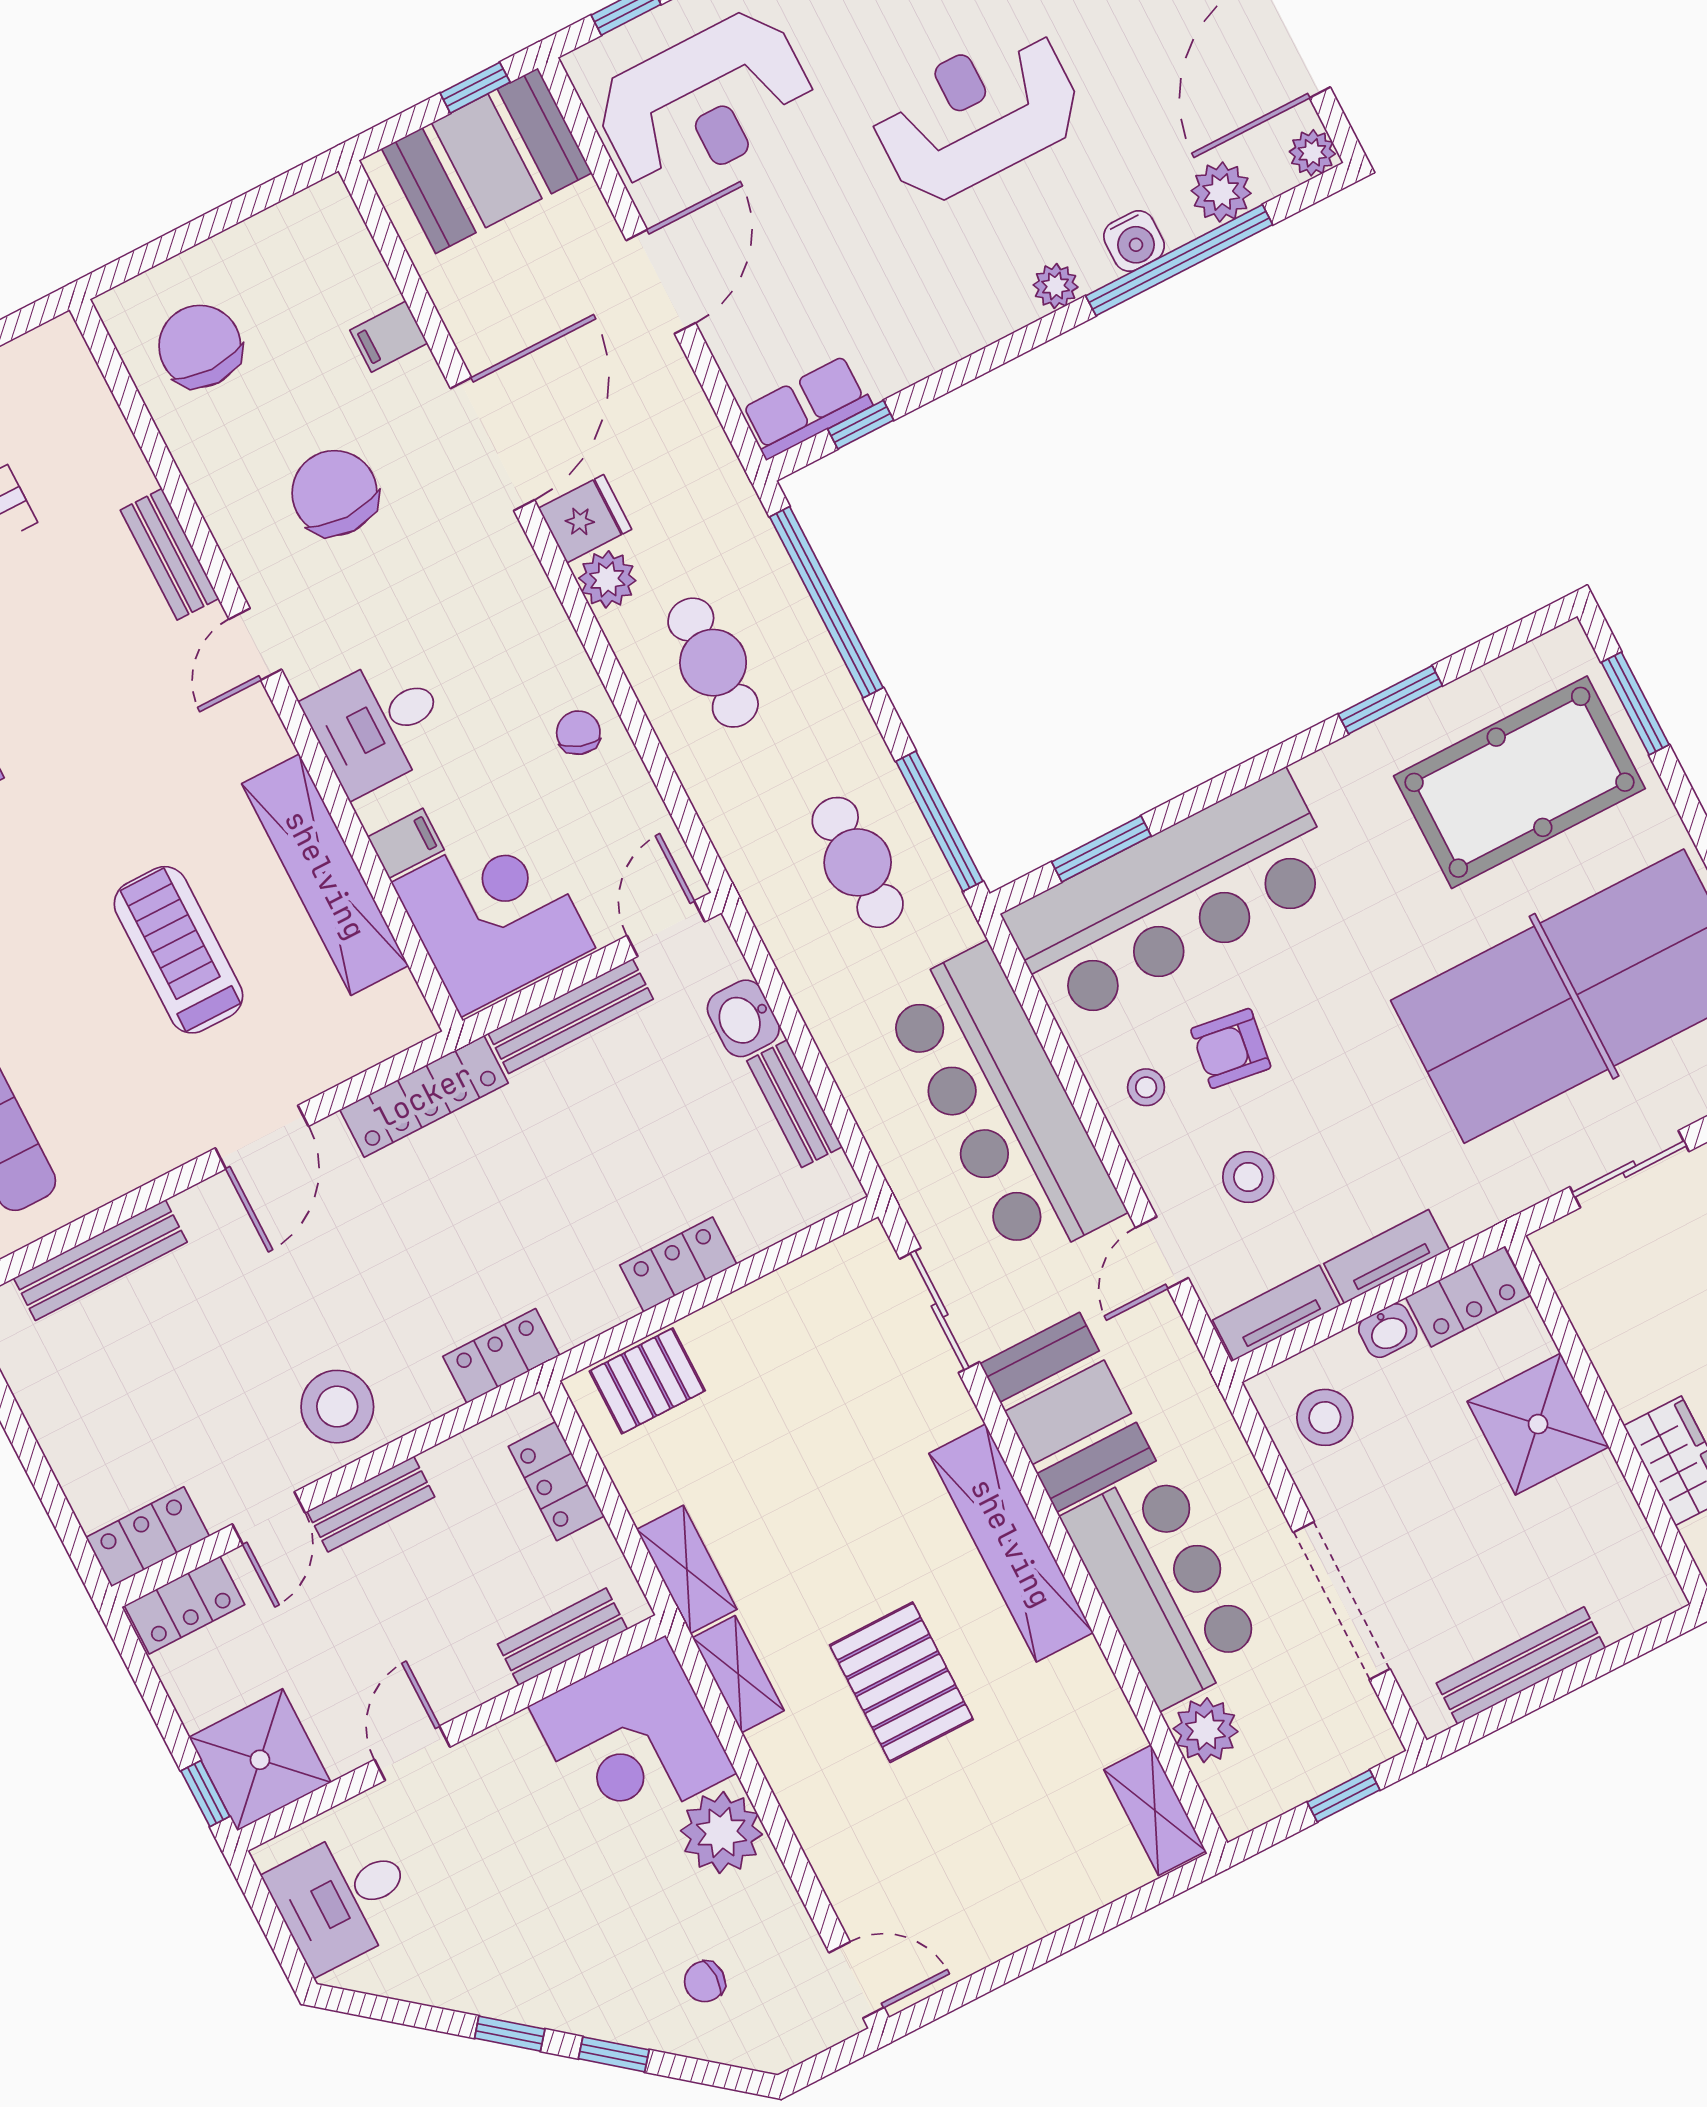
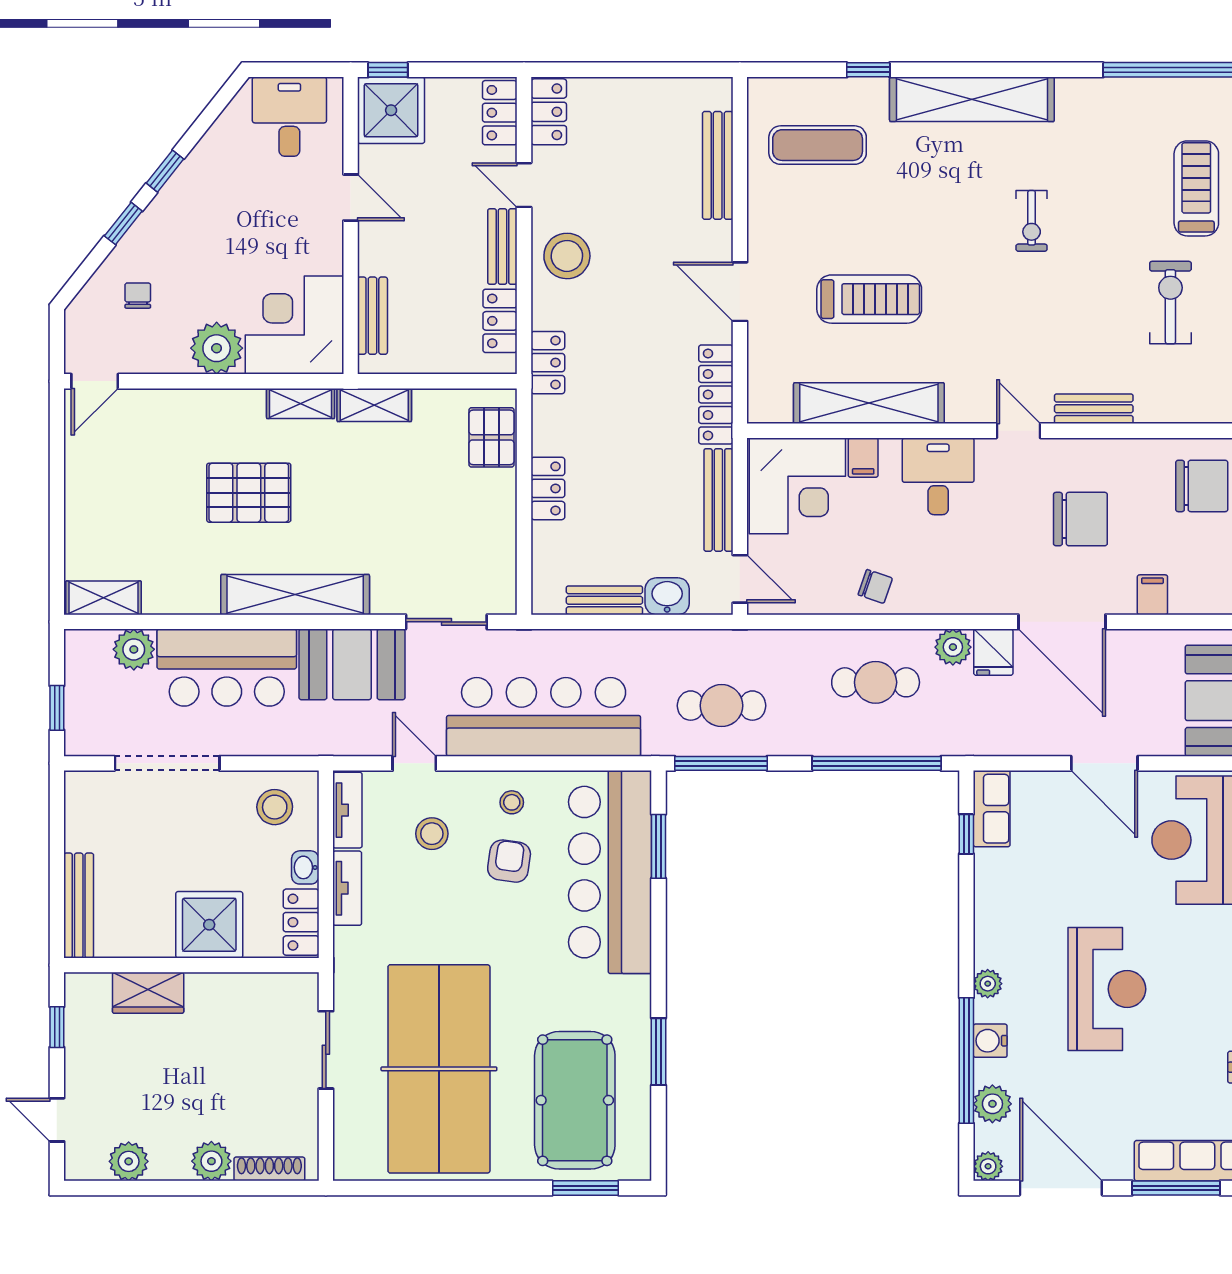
locker: (556, 1481) -> (500, 321), moved, turned -90
bench: (1521, 1666) -> (79, 905), moved

